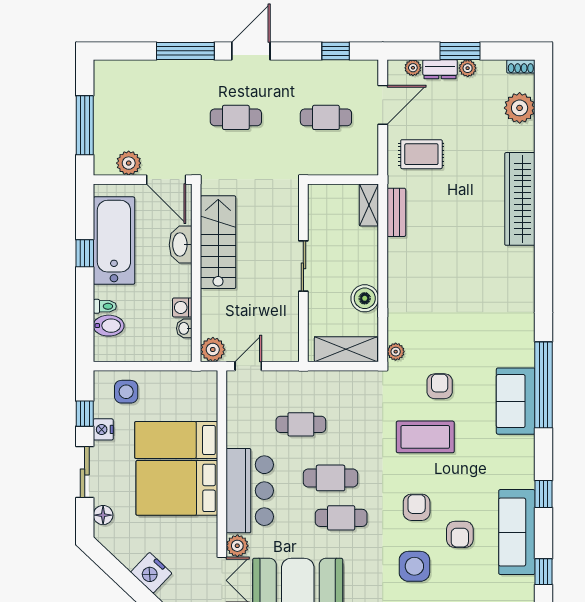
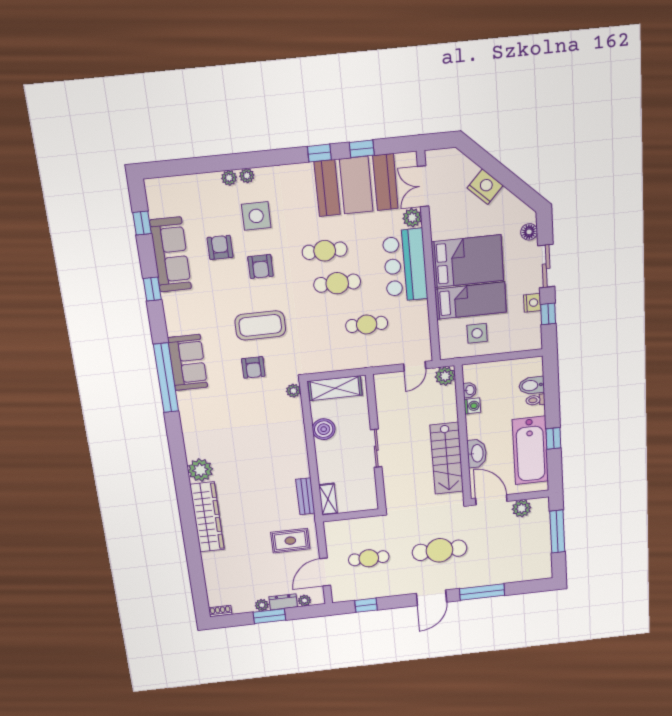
plant: (520, 108) -> (200, 470), moved
cafe table: (236, 117) -> (439, 550), width x1.37, depth x1.35
side table: (126, 392) -> (477, 333), moved

